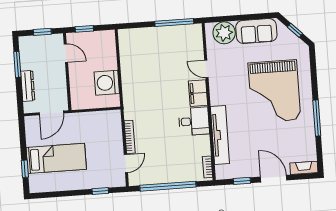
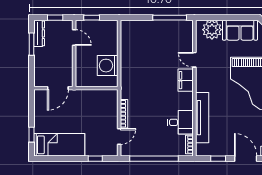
dresser: (28, 86) -> (39, 33), moved
desk: (194, 121) -> (180, 122), moved
bed: (56, 158) -> (59, 145), moved

